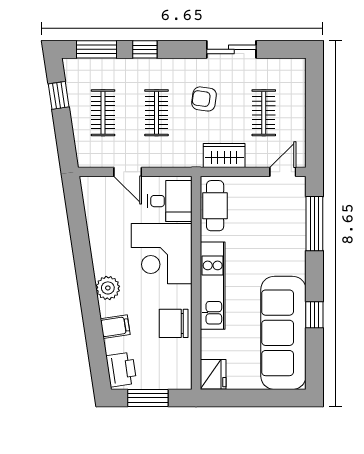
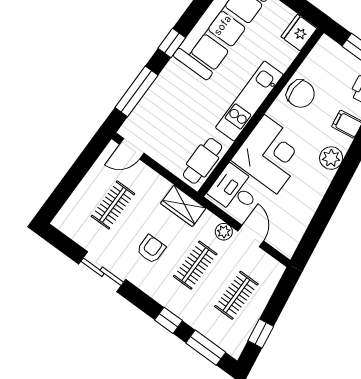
armchair: (204, 99) -> (151, 249), turned -98
wardrobe: (224, 156) -> (183, 206), moved
plant: (153, 159) -> (224, 232), added
window: (314, 315) -> (172, 43), moved

